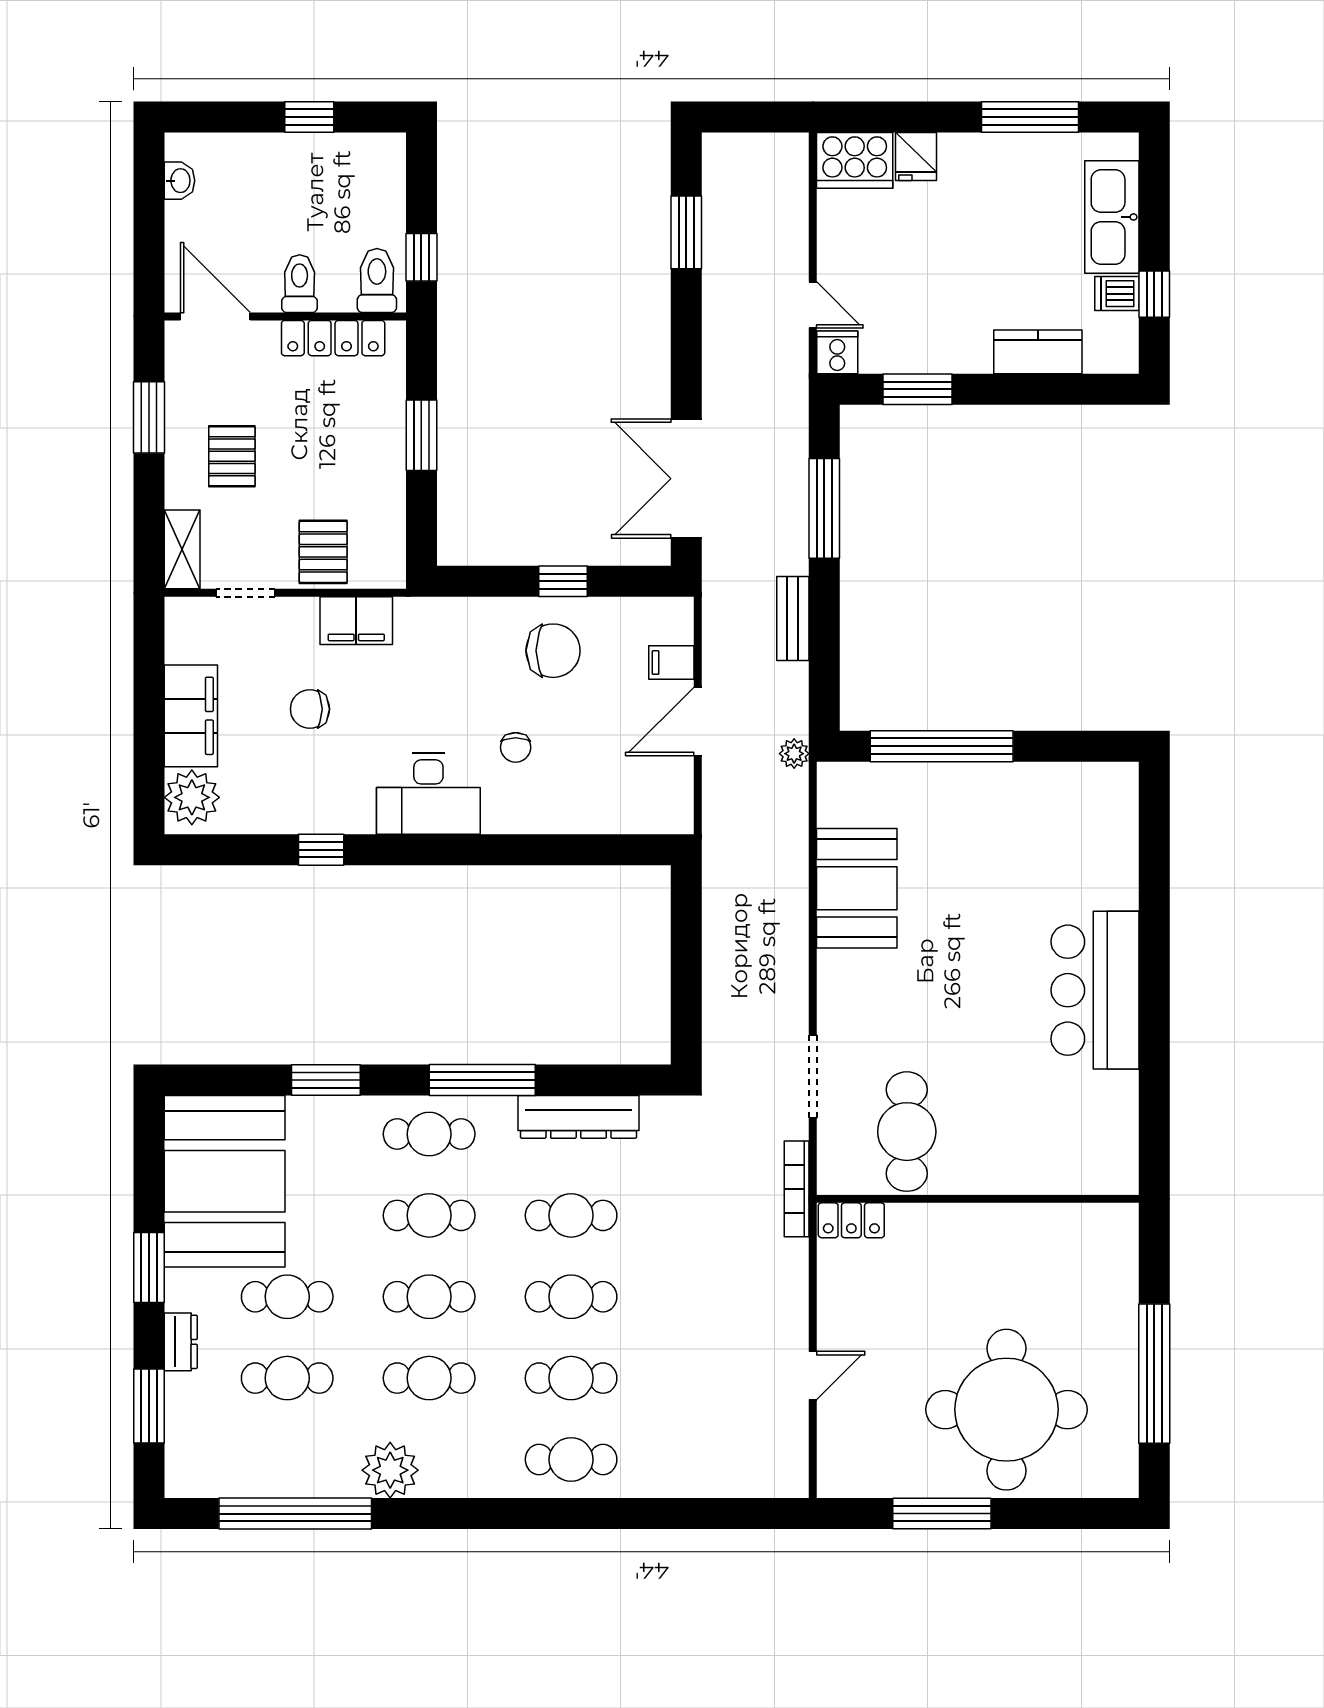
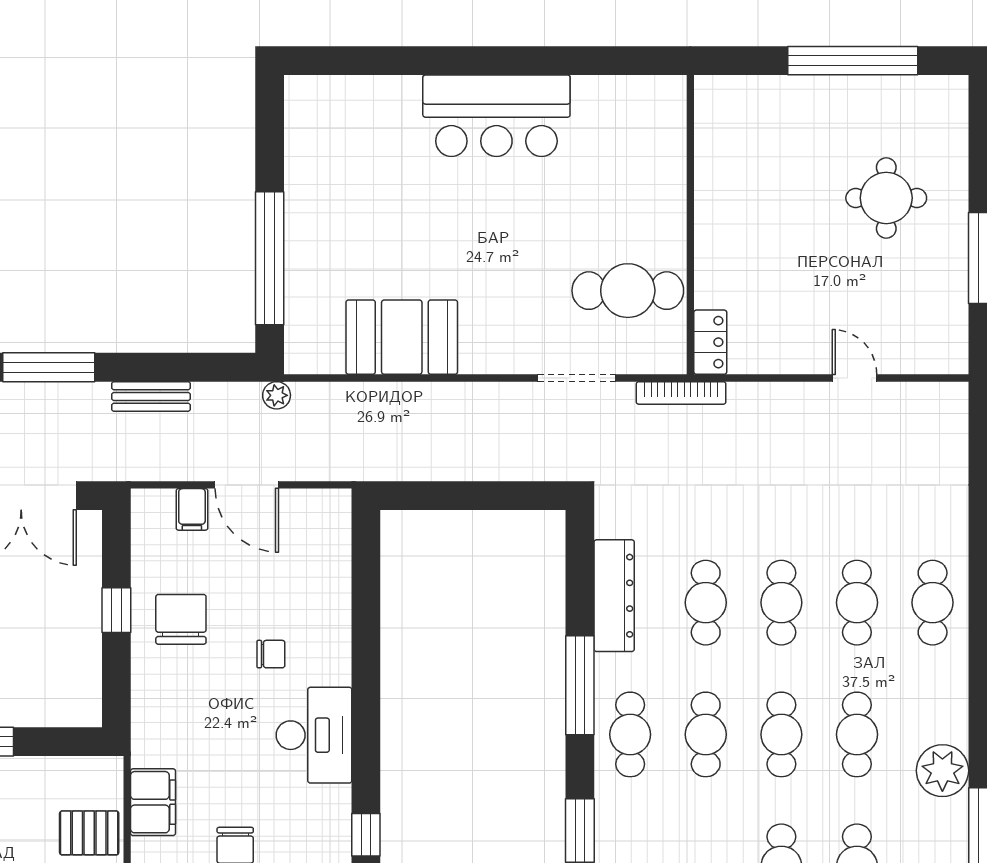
round table: (1006, 1410) -> (886, 198), width x0.54, depth x0.54

